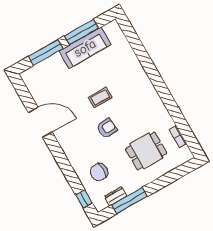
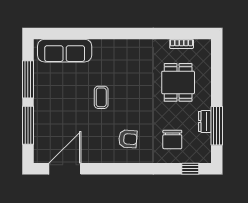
sofa: (85, 48) -> (65, 51), moved, turned 90
door: (40, 122) -> (65, 169), moved
armchair: (107, 128) -> (128, 139), moved, turned 99
dresser: (116, 196) -> (205, 122), moved

